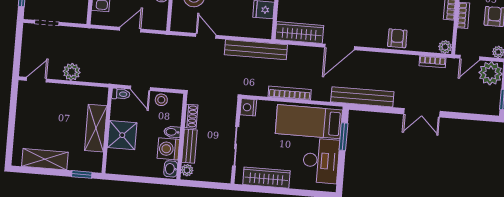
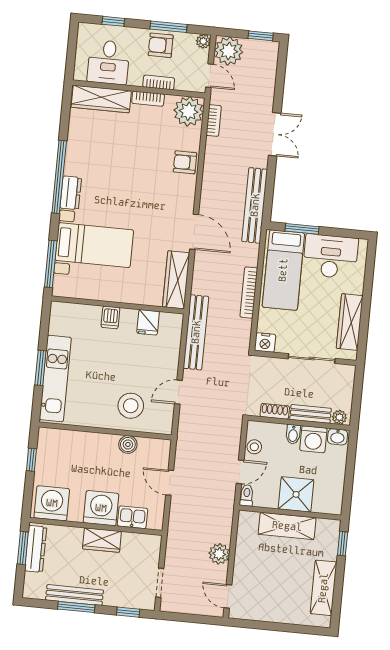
plant: (445, 47) -> (189, 111), width x1.88, depth x1.88

